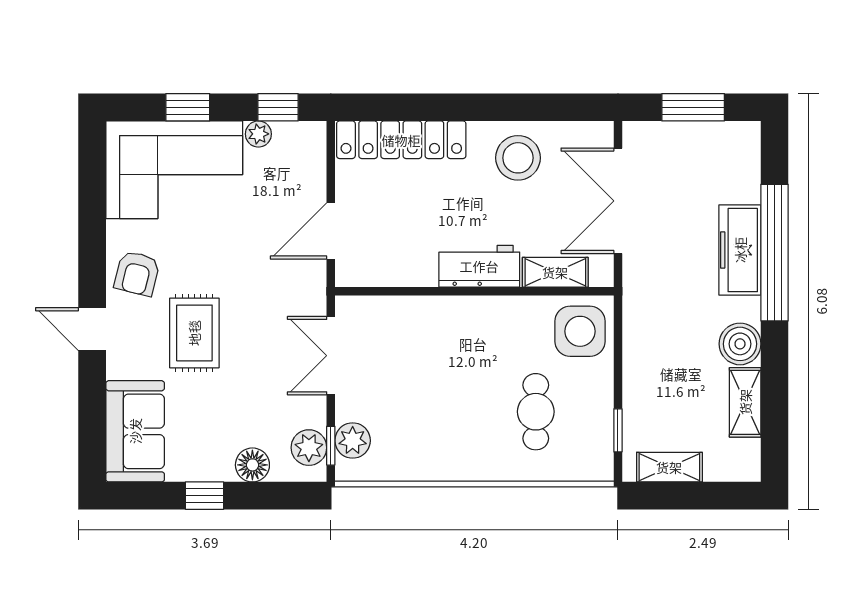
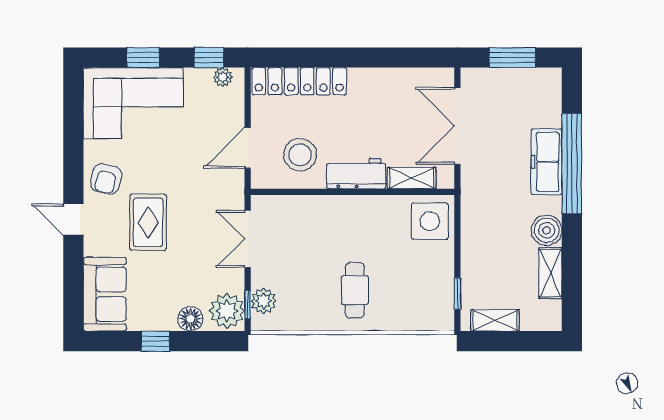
plant: (258, 134) -> (223, 77), moved
stool: (518, 158) -> (300, 155), moved
cafe table: (536, 412) -> (355, 290), moved
plant: (309, 448) -> (227, 311), width x1.36, depth x1.36

